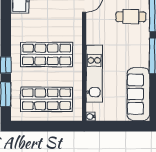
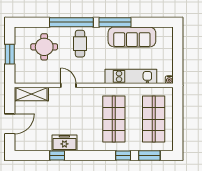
sofa: (138, 94) -> (132, 37), moved

